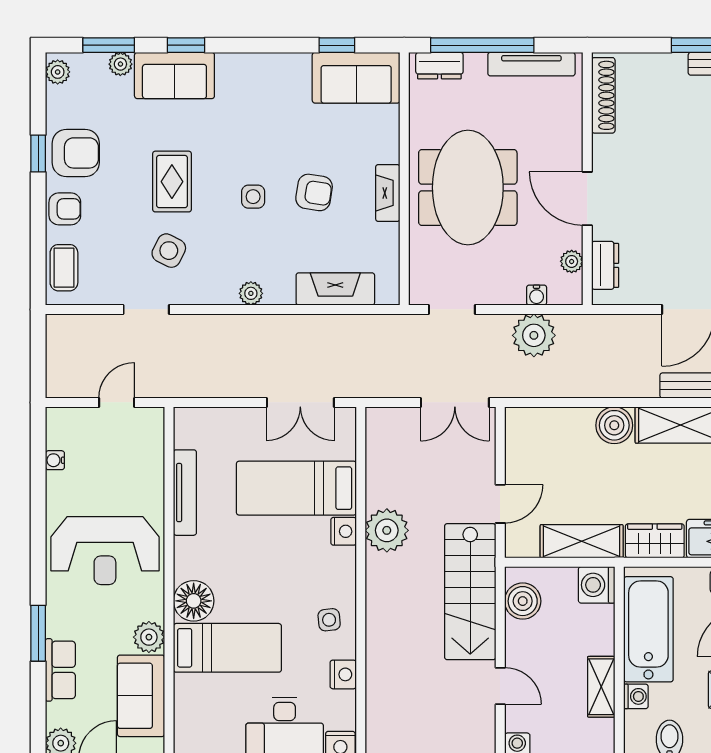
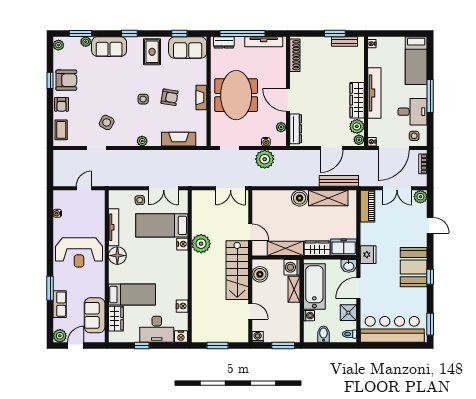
window: (186, 45) -> (129, 33), moved
rug: (172, 182) -> (152, 52), moved
armchair: (65, 209) -> (62, 104), turned 90
dresser: (605, 265) -> (296, 129), width x1.44
door: (500, 504) -> (250, 232), hinge flipped
floor lamp: (194, 601) -> (117, 256), moved
side table: (329, 620) -> (140, 200), moved
plant: (149, 637) -> (98, 290), removed
shelving: (601, 687) -> (294, 289), moved
wardrobe: (190, 703) -> (116, 319), added

